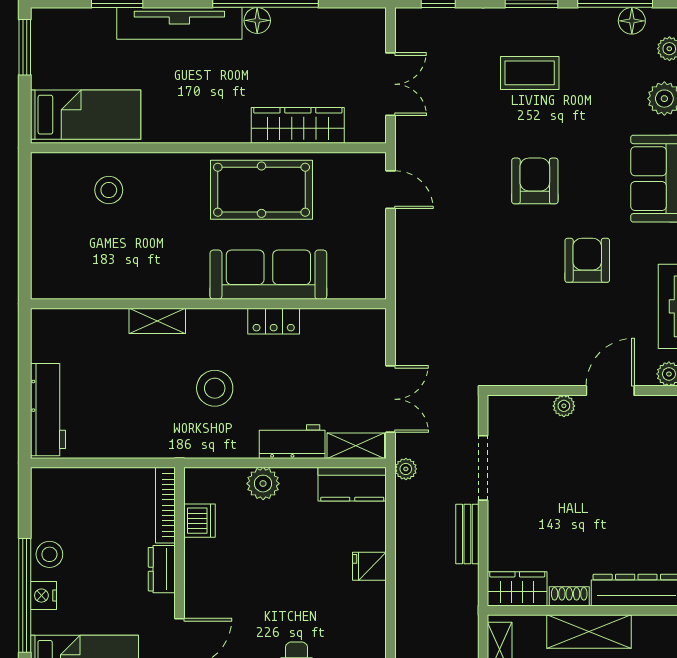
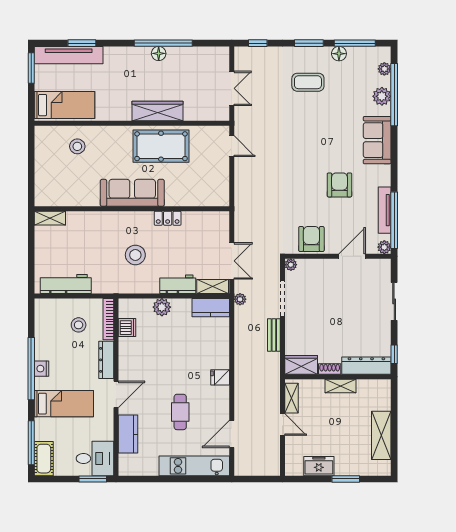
floor lamp: (632, 21) -> (339, 54), moved
tv unit: (179, 23) -> (69, 55), moved
wardrobe: (298, 125) -> (157, 111), moved
armchair: (535, 181) -> (311, 239), moved
sofa: (268, 275) -> (132, 193), moved
shelving: (157, 321) -> (50, 218), moved
plant: (564, 406) -> (291, 265), moved
workbench: (48, 410) -> (66, 284), moved, turned -90
stool: (49, 554) -> (79, 325), moved
fridge: (369, 566) -> (220, 377), moved
dresser: (162, 569) -> (106, 360), width x1.44
shelving: (589, 632) -> (340, 386), width x0.67, depth x0.75

